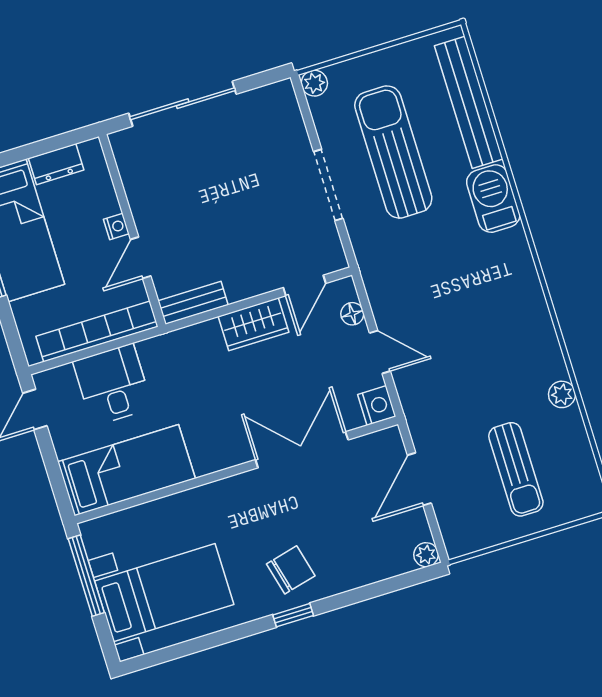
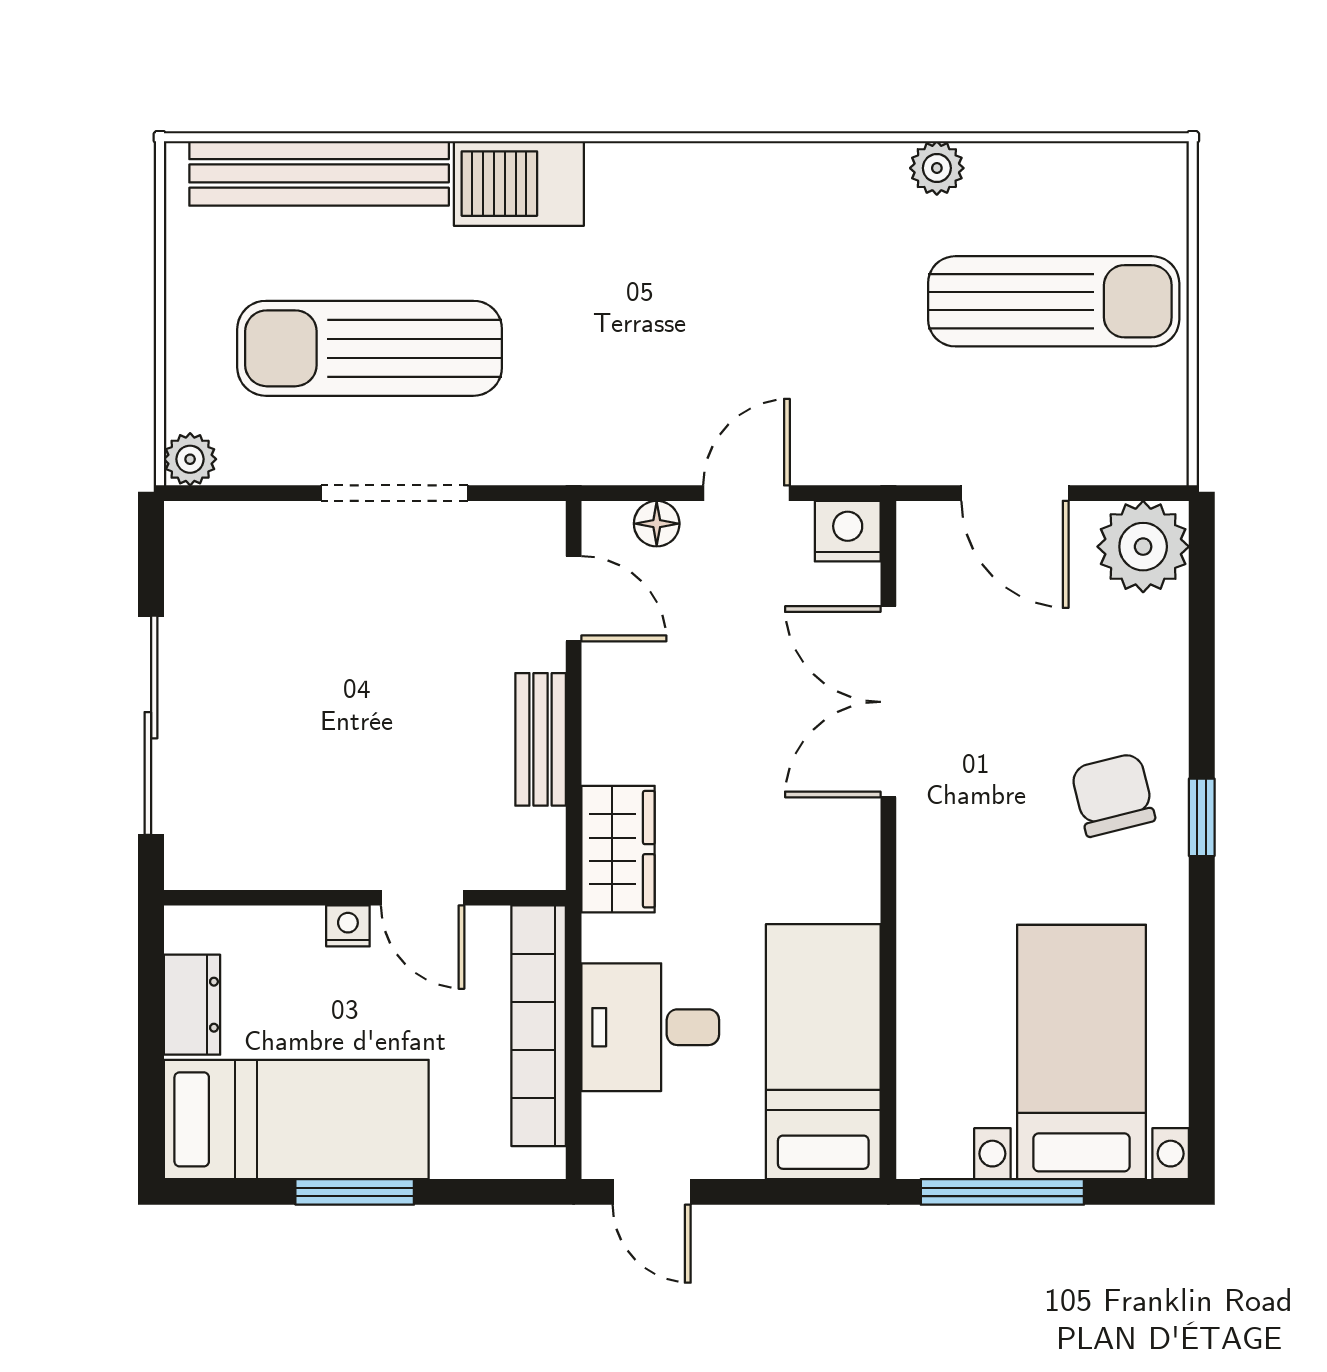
bench: (193, 303) -> (541, 739), moved
wardrobe: (253, 324) -> (618, 849), moved
sun lounger: (516, 469) -> (1054, 301), width x1.36, depth x1.34
plant: (426, 555) -> (1143, 547), width x1.88, depth x1.88

